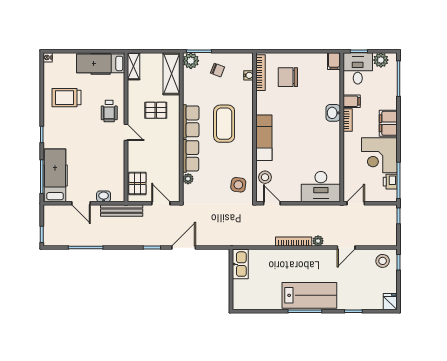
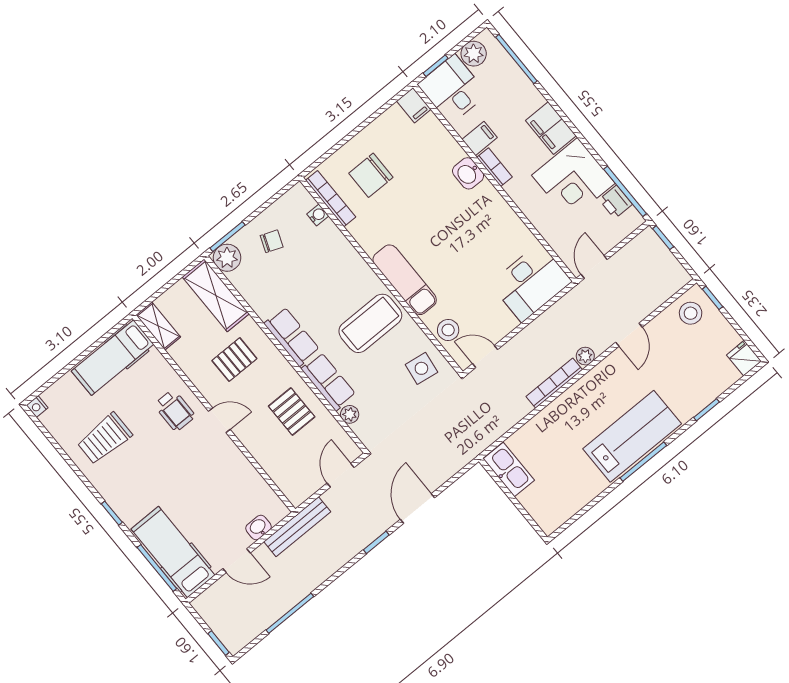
coffee table: (224, 124) -> (370, 323), moved, turned 90
pallet: (137, 183) -> (292, 411), moved
door: (161, 203) -> (341, 475), hinge flipped

